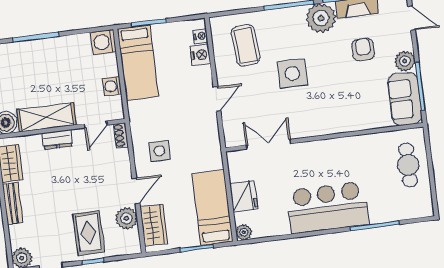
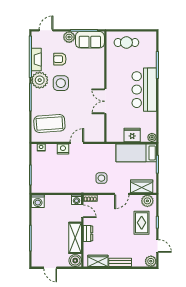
coffee table: (245, 45) -> (49, 123), width x1.36, depth x1.32
nightstand: (200, 55) -> (63, 149), moved
bed: (138, 63) -> (51, 184), removed
side table: (292, 73) -> (61, 83), moved
washing machine: (112, 86) -> (77, 200), moved
door: (217, 99) -> (77, 143), hinge flipped
double door: (268, 144) -> (105, 101), moved
door: (136, 191) -> (122, 194), swing flipped
plant: (126, 218) -> (147, 201), moved
rug: (89, 233) -> (142, 223), turned 90

